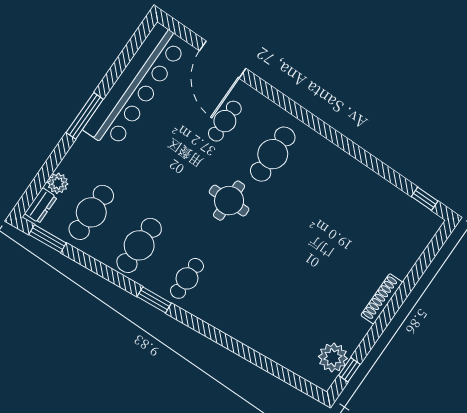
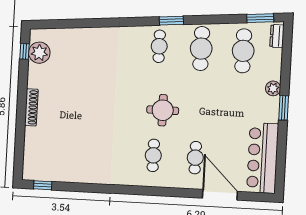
bar counter: (136, 87) -> (263, 158), width x0.73
window: (85, 116) -> (284, 108), width x0.69
cafe table: (273, 154) -> (153, 155), width x0.73, depth x0.74
plant: (58, 183) -> (273, 88), moved

